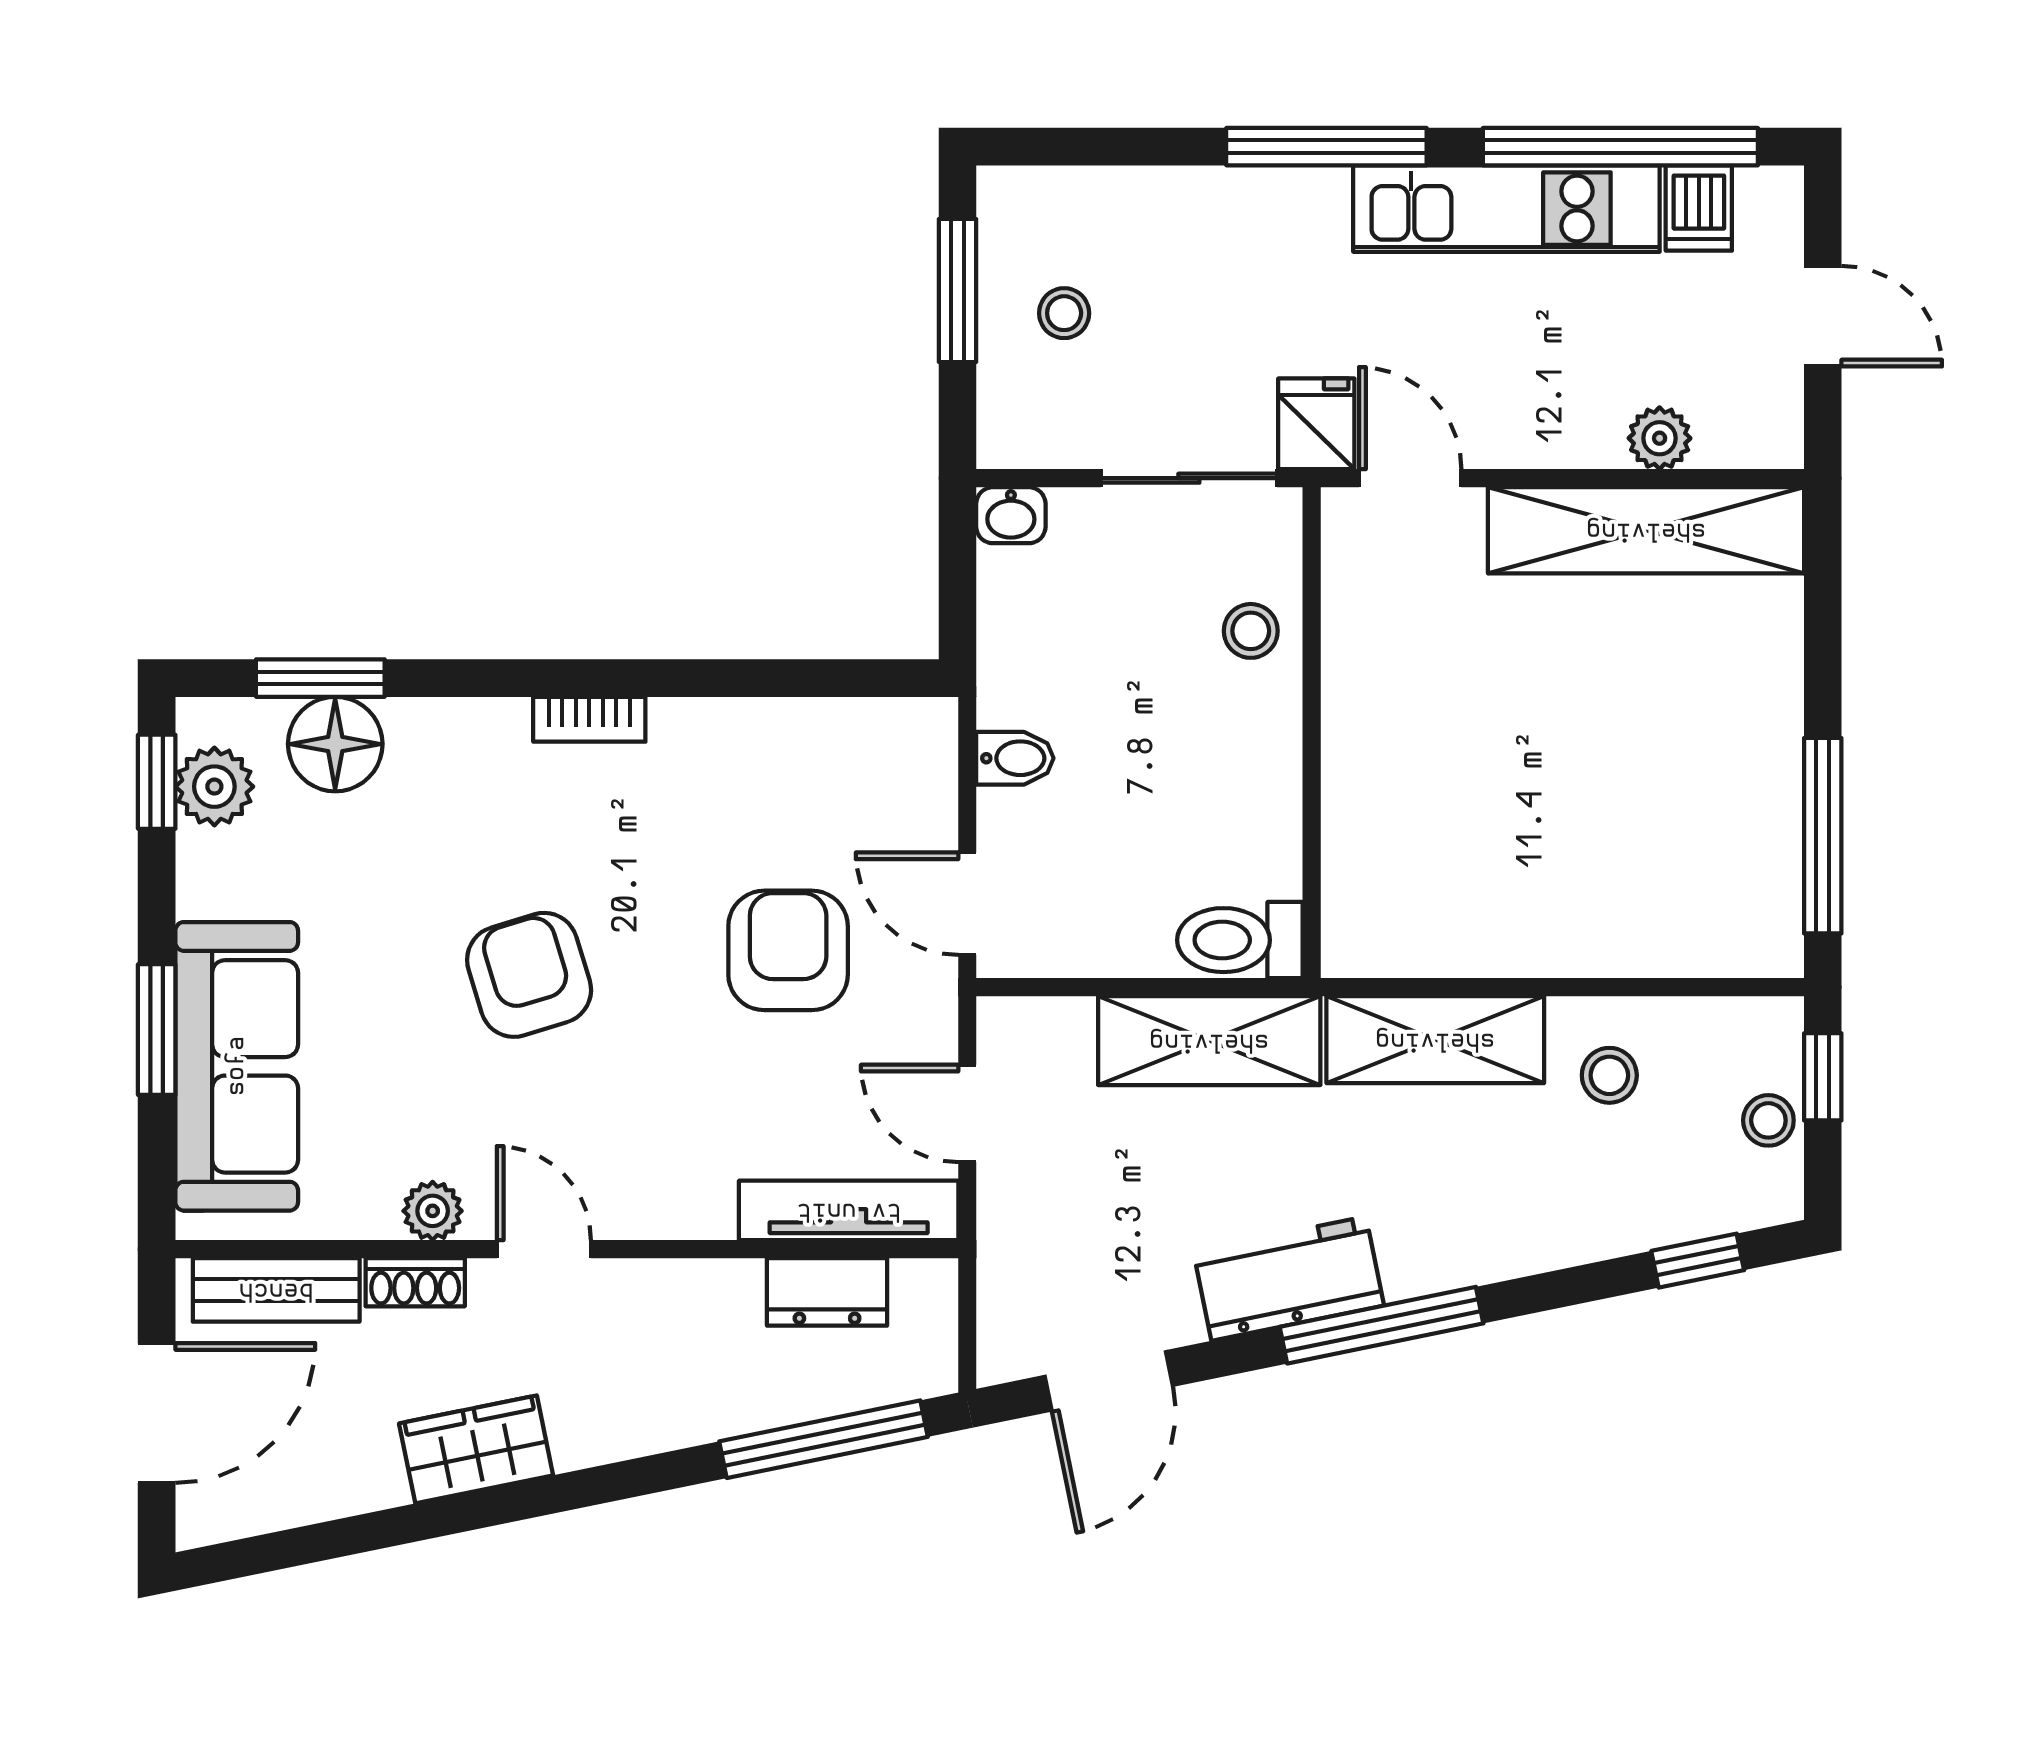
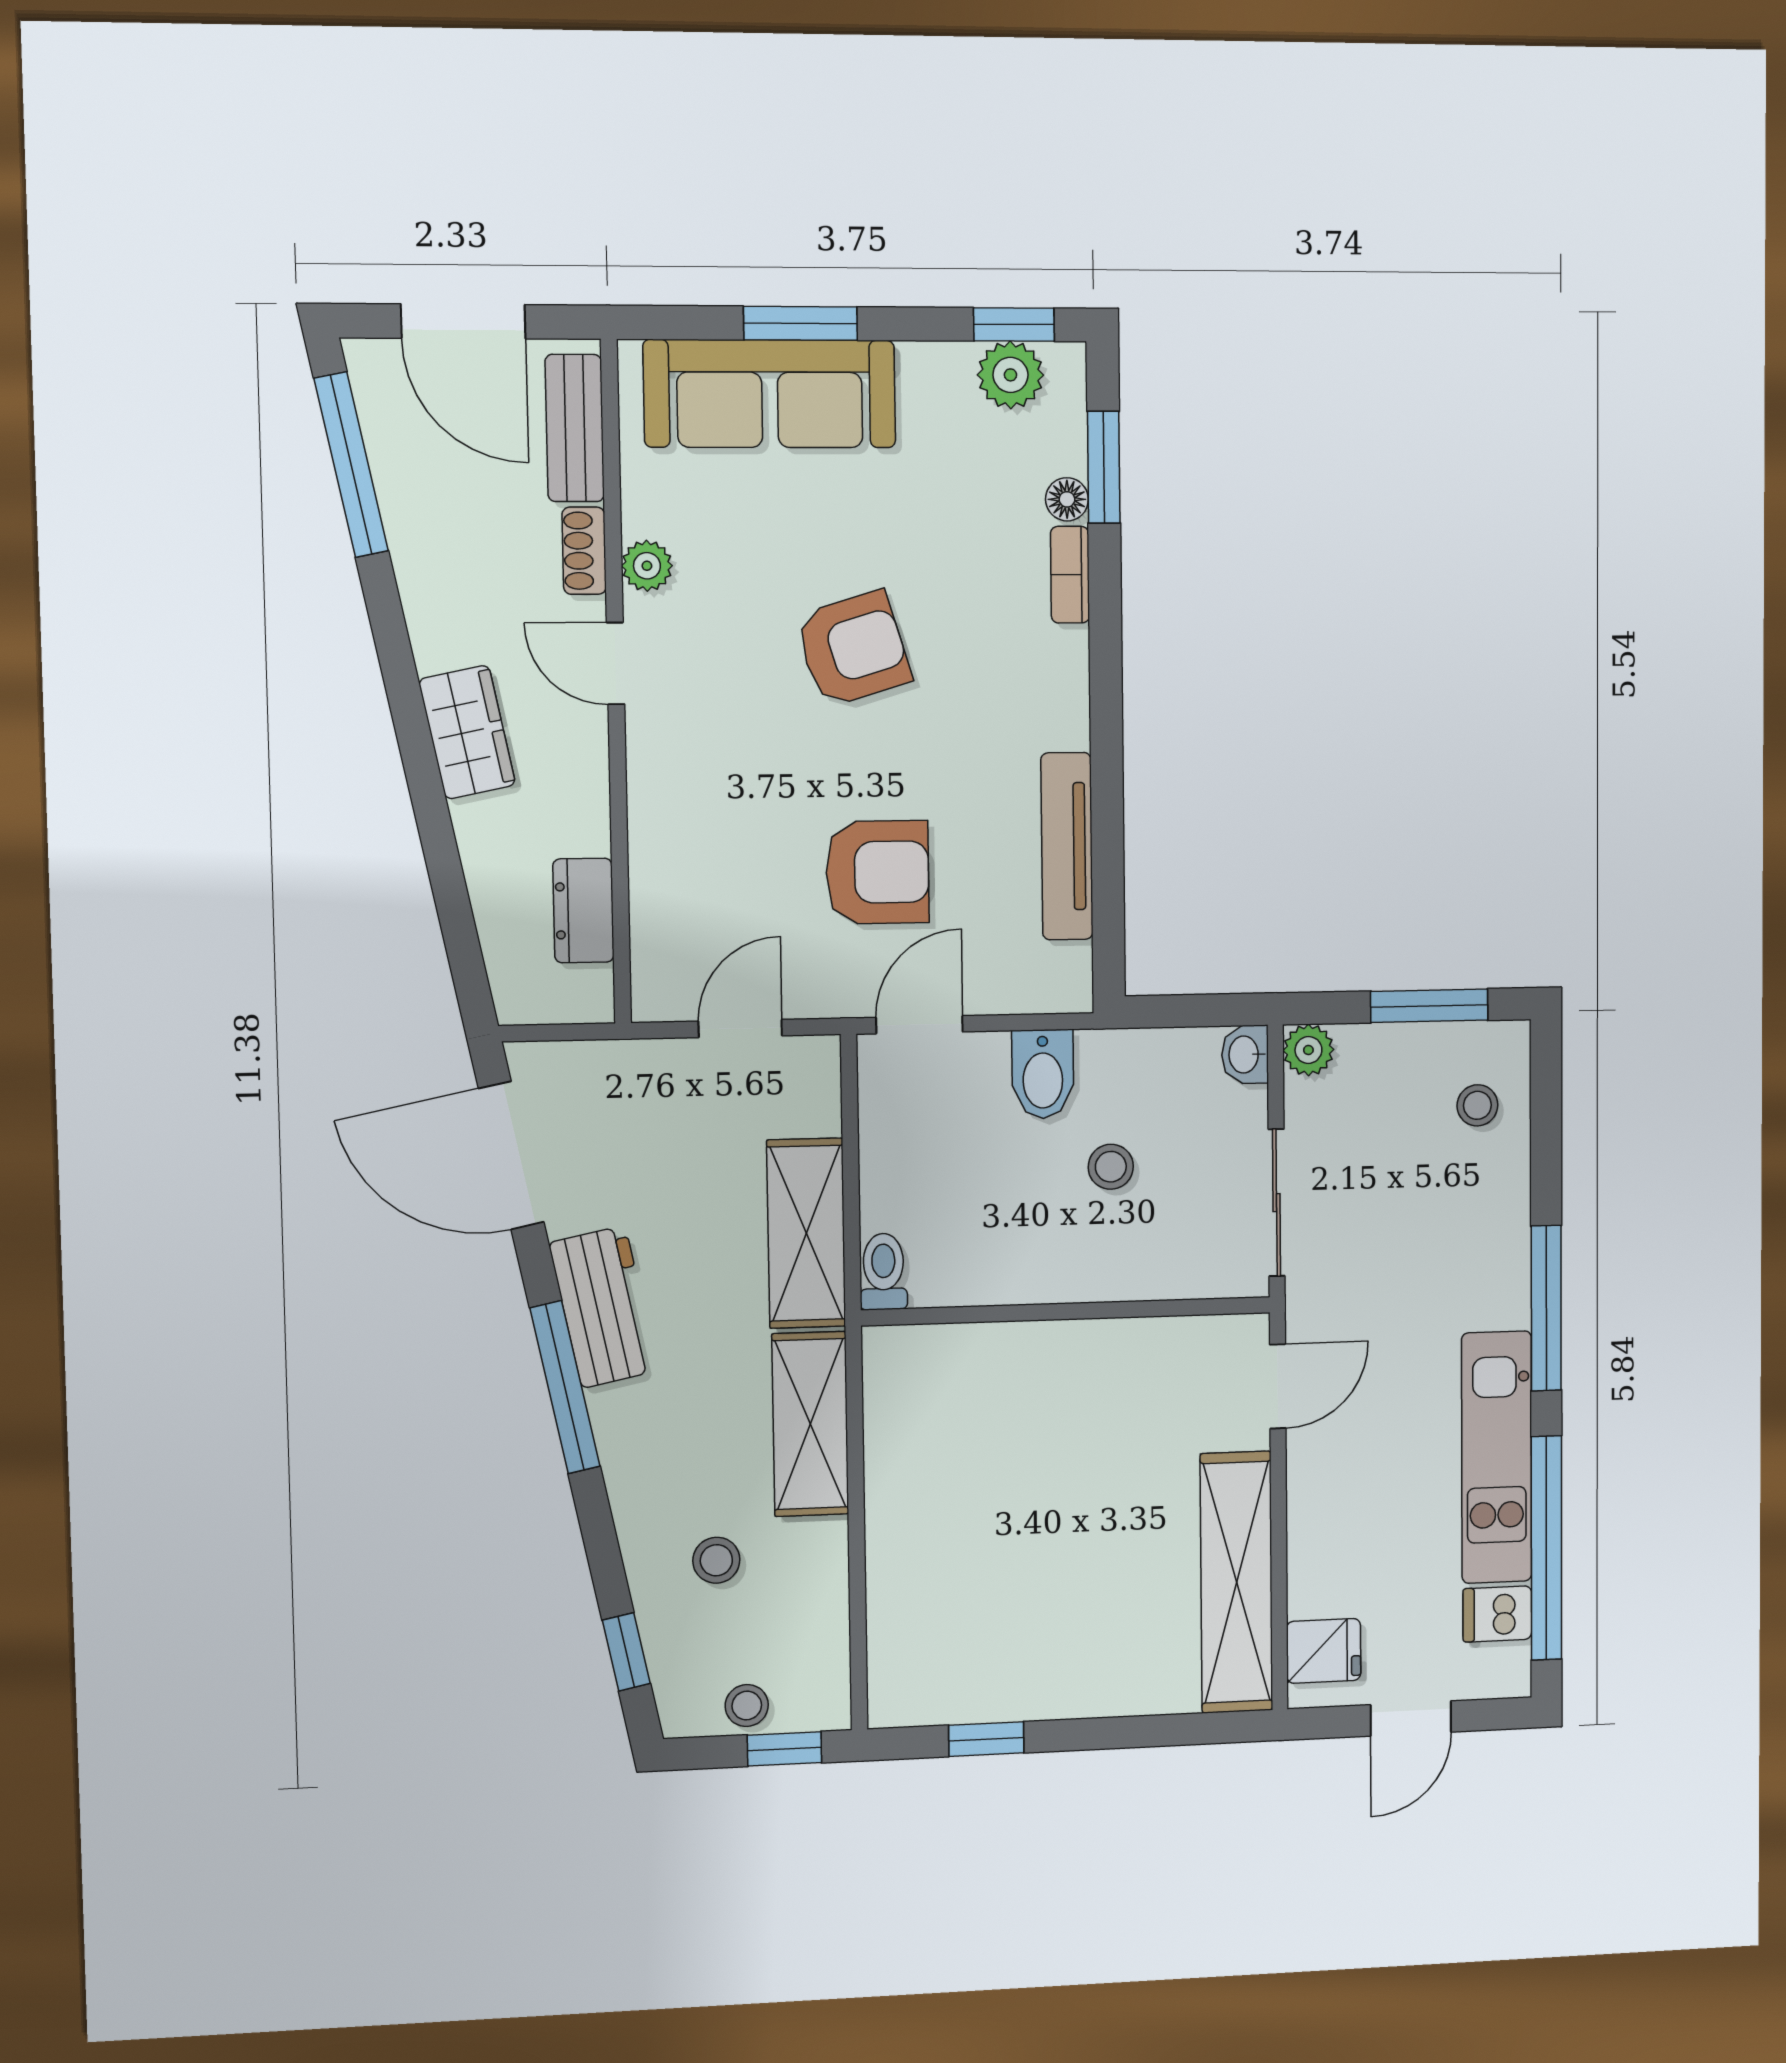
stool: (1064, 313) -> (1477, 1105), moved
fridge: (1316, 424) -> (1324, 1651), moved
plant: (1660, 438) -> (1308, 1050), moved
stool: (1251, 631) -> (1111, 1167), moved
bookcase: (589, 719) -> (1070, 575), moved
floor lamp: (335, 744) -> (1067, 499), width x0.53, depth x0.53
bidet: (1015, 758) -> (1043, 1074), width x1.38, depth x1.36
window: (1823, 836) -> (986, 1739), width x0.46
toilet: (1240, 940) -> (883, 1272), width x0.73, depth x0.72
stool: (1609, 1075) -> (716, 1560), moved
tv unit: (849, 1210) -> (1067, 846), moved, turned 180
door: (544, 1249) -> (616, 663), swing flipped
door: (1109, 1381) -> (511, 1155), width x1.36
window: (824, 1439) -> (351, 465), moved
wardrobe: (476, 1449) -> (467, 732), moved

